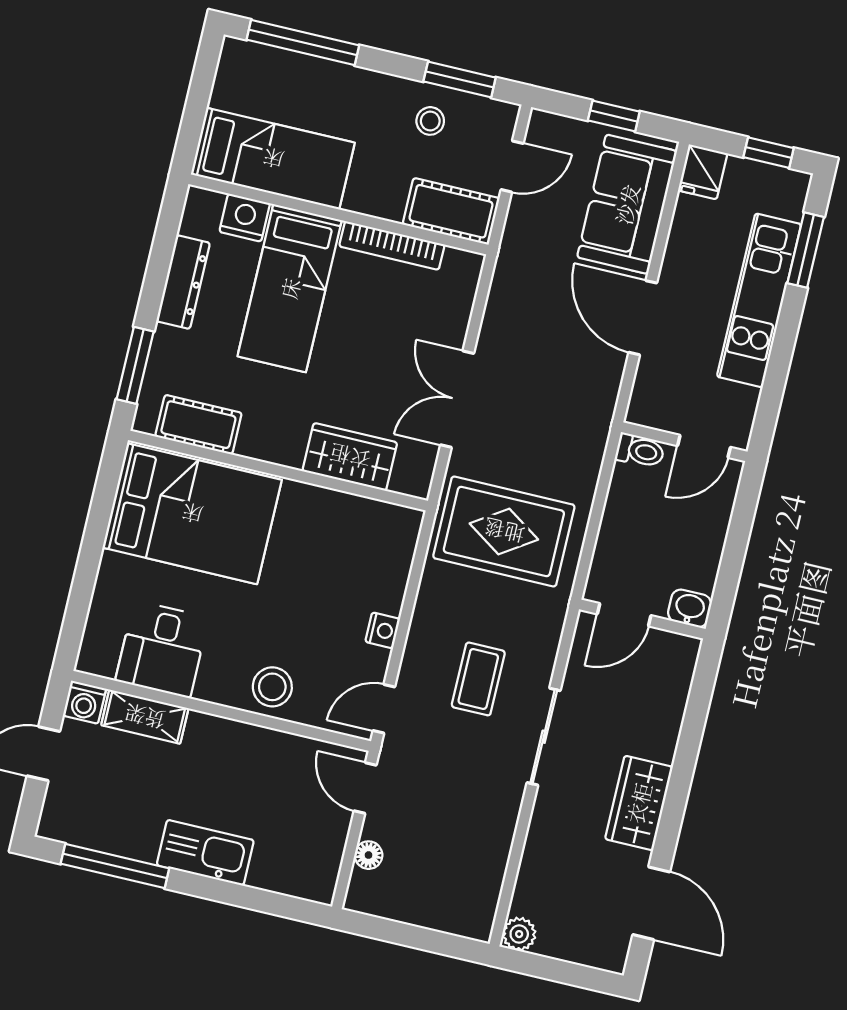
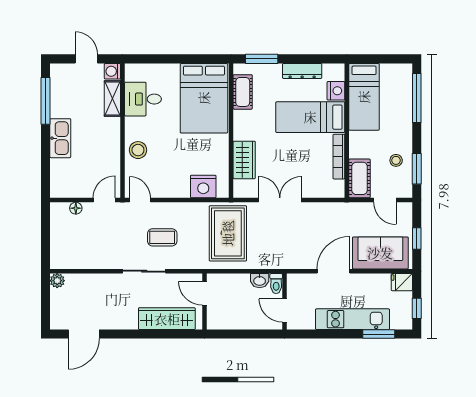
washbasin: (690, 608) -> (260, 281), moved, turned 90
nightstand: (383, 630) -> (203, 186), moved, width x1.89, depth x1.79
wardrobe: (639, 803) -> (167, 319), moved, width x1.50

